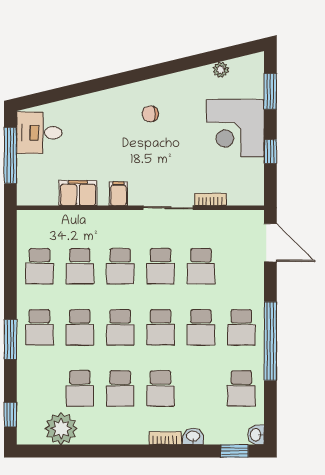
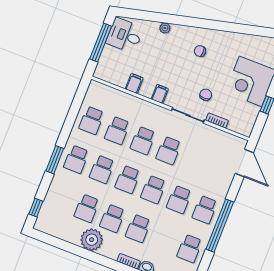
plant: (221, 70) -> (165, 28), moved
chair: (181, 170) -> (206, 95), added
filing cabinet: (78, 193) -> (134, 83), width x0.50
school desk: (201, 266) -> (194, 161), removed
plant: (61, 429) -> (92, 240), moved

